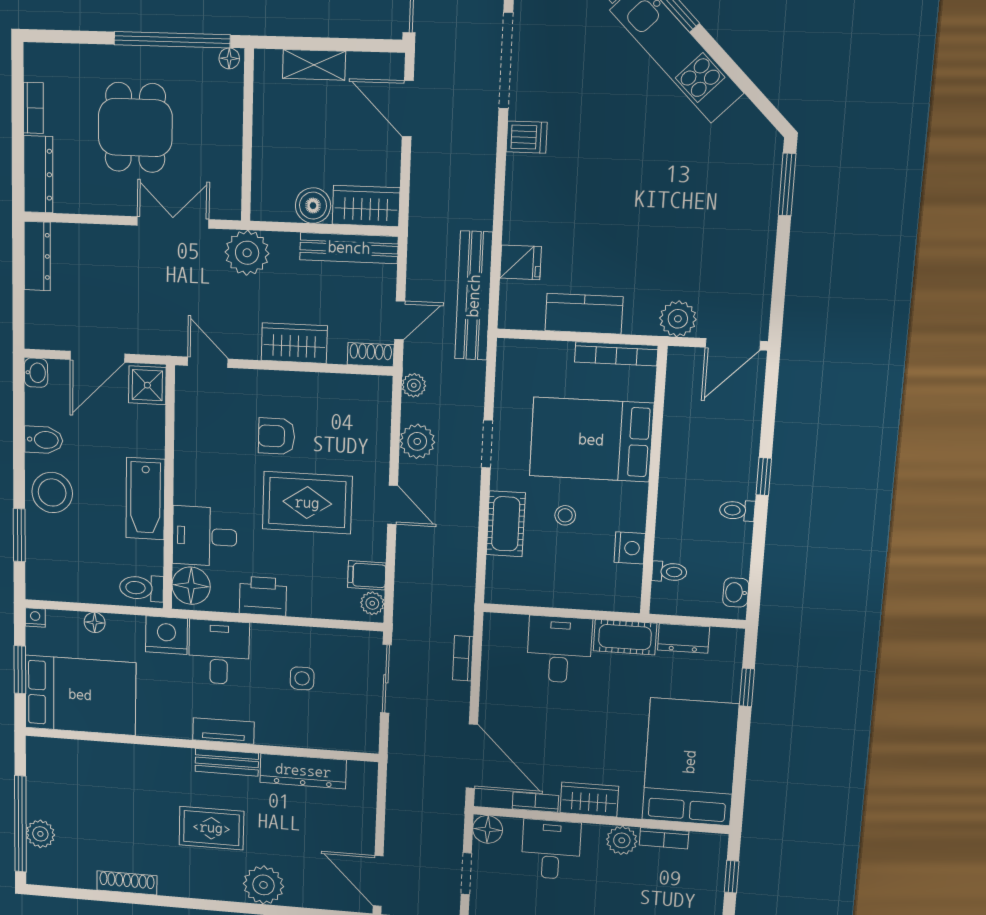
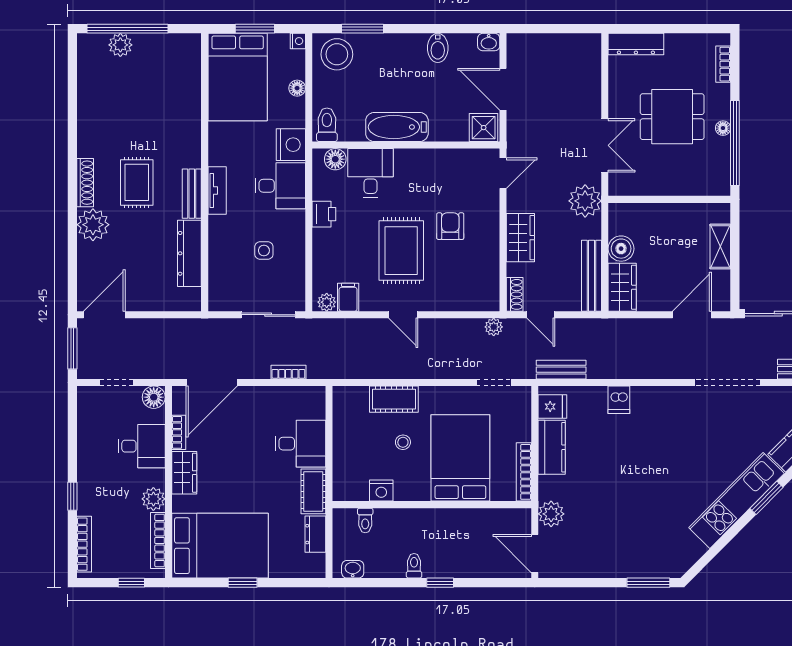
floor lamp: (229, 58) -> (723, 128), moved
bookcase: (33, 108) -> (723, 64), moved, turned 90
dishwasher: (527, 137) -> (619, 400), moved
dresser: (37, 256) -> (576, 43), removed
fridge: (521, 262) -> (552, 407), moved, turned -90
bench: (474, 296) -> (561, 370), width x0.54, depth x0.82
plant: (417, 441) -> (452, 331), removed
doorway: (487, 444) -> (494, 383), moved
stool: (52, 493) -> (337, 54), moved
door: (393, 505) -> (403, 315), hinge flipped
floor lamp: (191, 586) -> (335, 159), width x0.73, depth x0.73
printer: (263, 596) -> (324, 214), width x0.73, depth x0.81
window: (747, 687) -> (243, 583), moved
bookcase: (664, 838) -> (158, 541), width x1.56
shoe rack: (127, 883) -> (85, 183), moved

